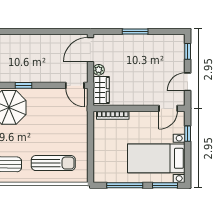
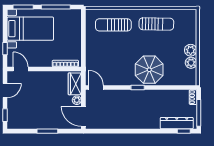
door: (90, 50) -> (83, 116), swing flipped
door: (168, 108) -> (21, 69), hinge flipped

